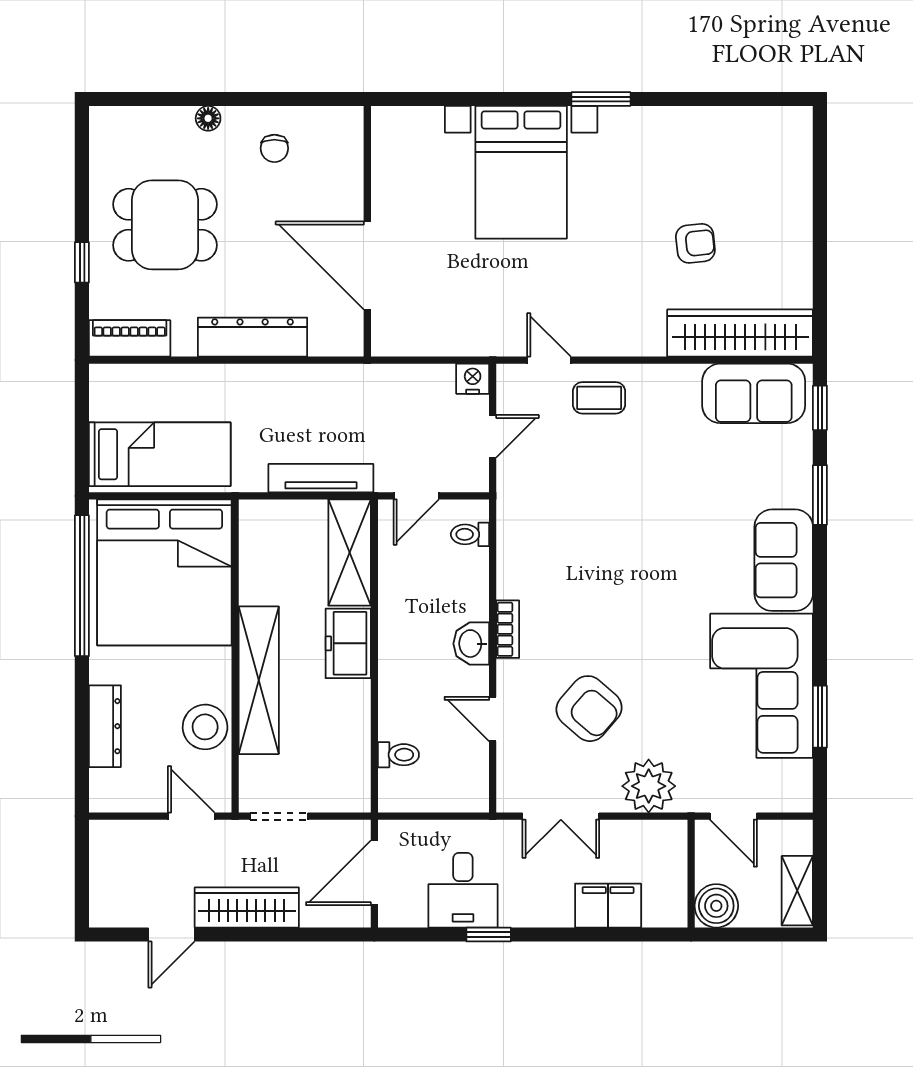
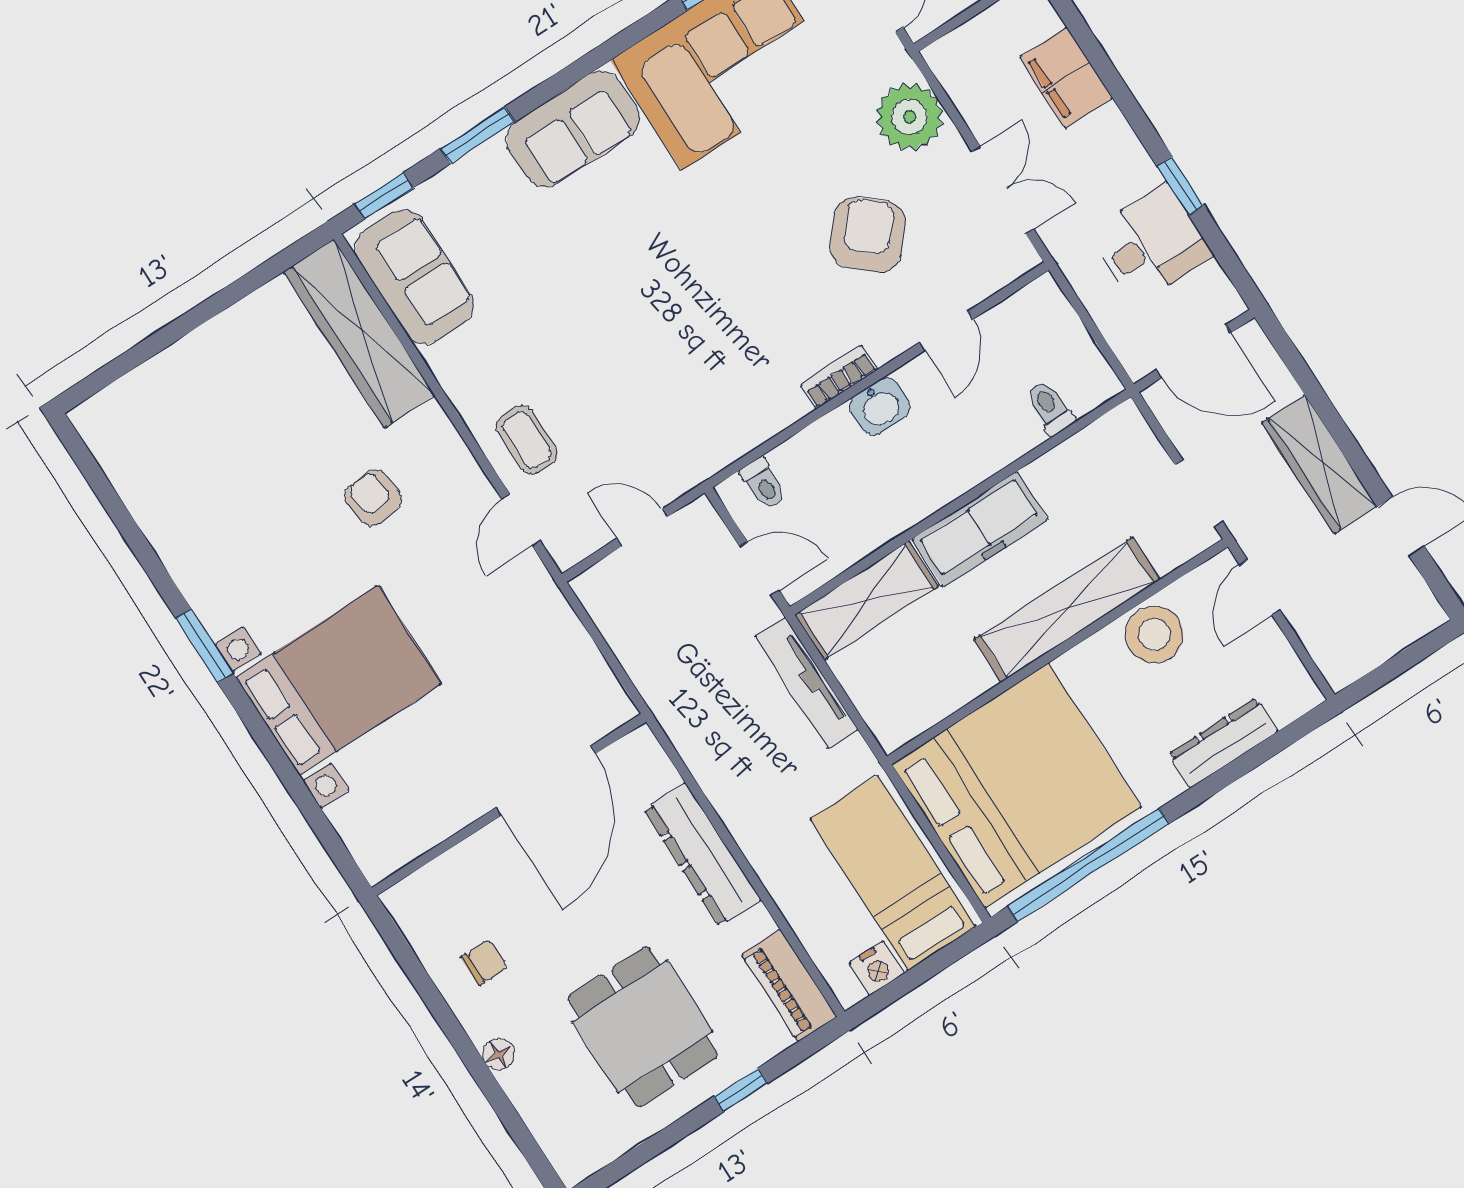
armchair: (695, 243) -> (373, 498), moved
nightstand: (473, 379) -> (877, 968), moved, turned -90
freezer: (348, 643) -> (980, 529), width x1.40

